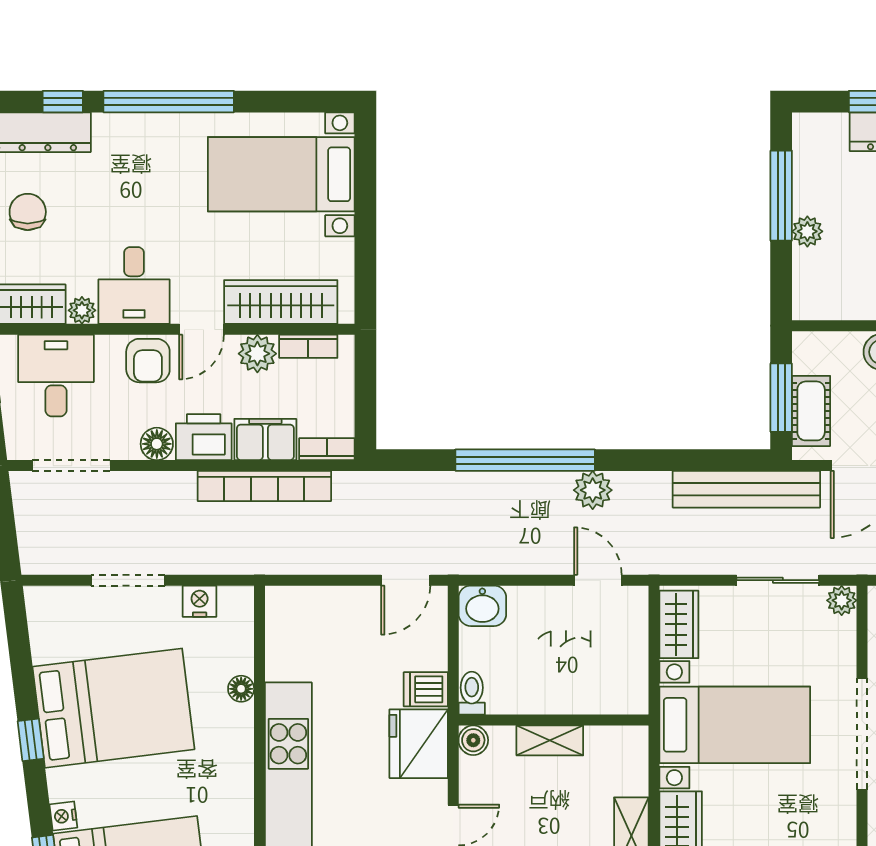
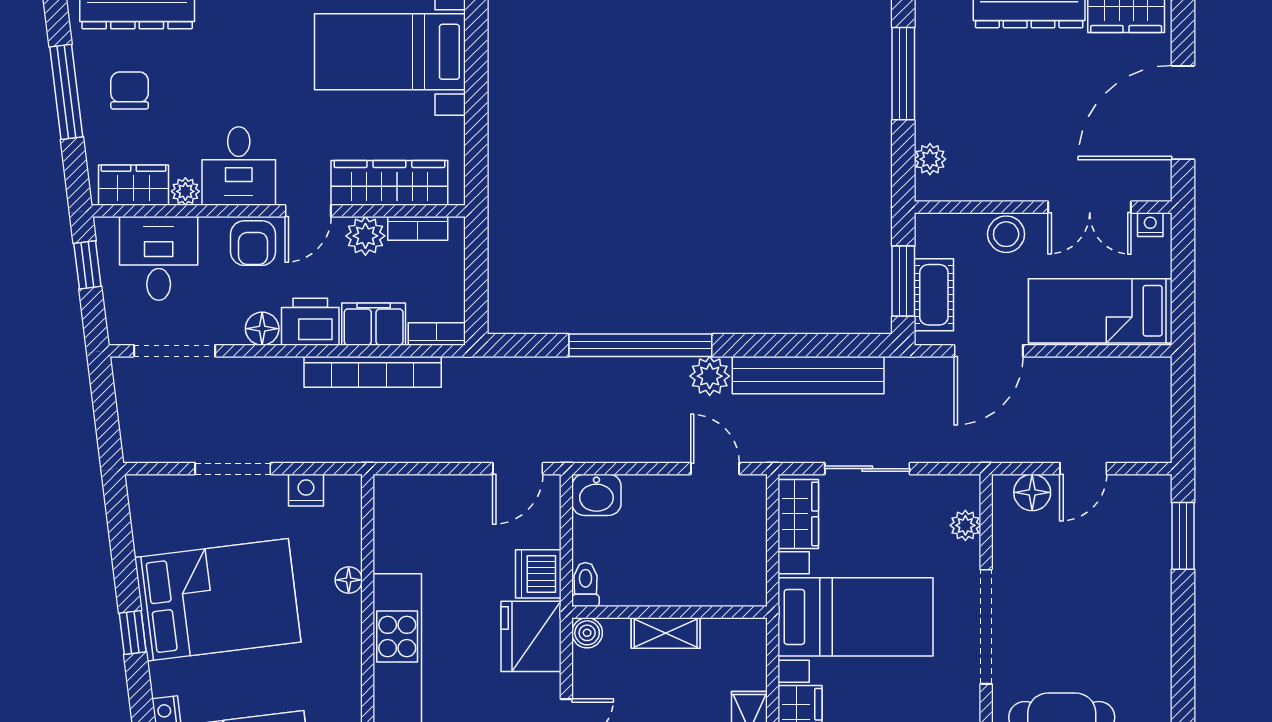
plant: (807, 231) -> (930, 159), moved
bench: (746, 489) -> (808, 375), moved
sliding door: (778, 580) -> (867, 469), moved
plant: (842, 600) -> (965, 525), moved
dishwasher: (426, 689) -> (538, 574), width x1.38

